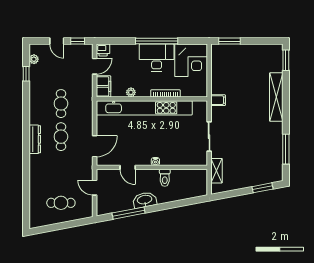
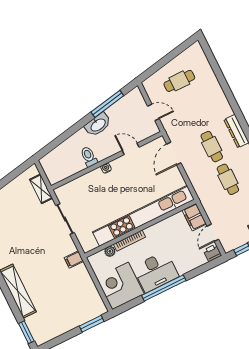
plant: (131, 92) -> (110, 251), moved

